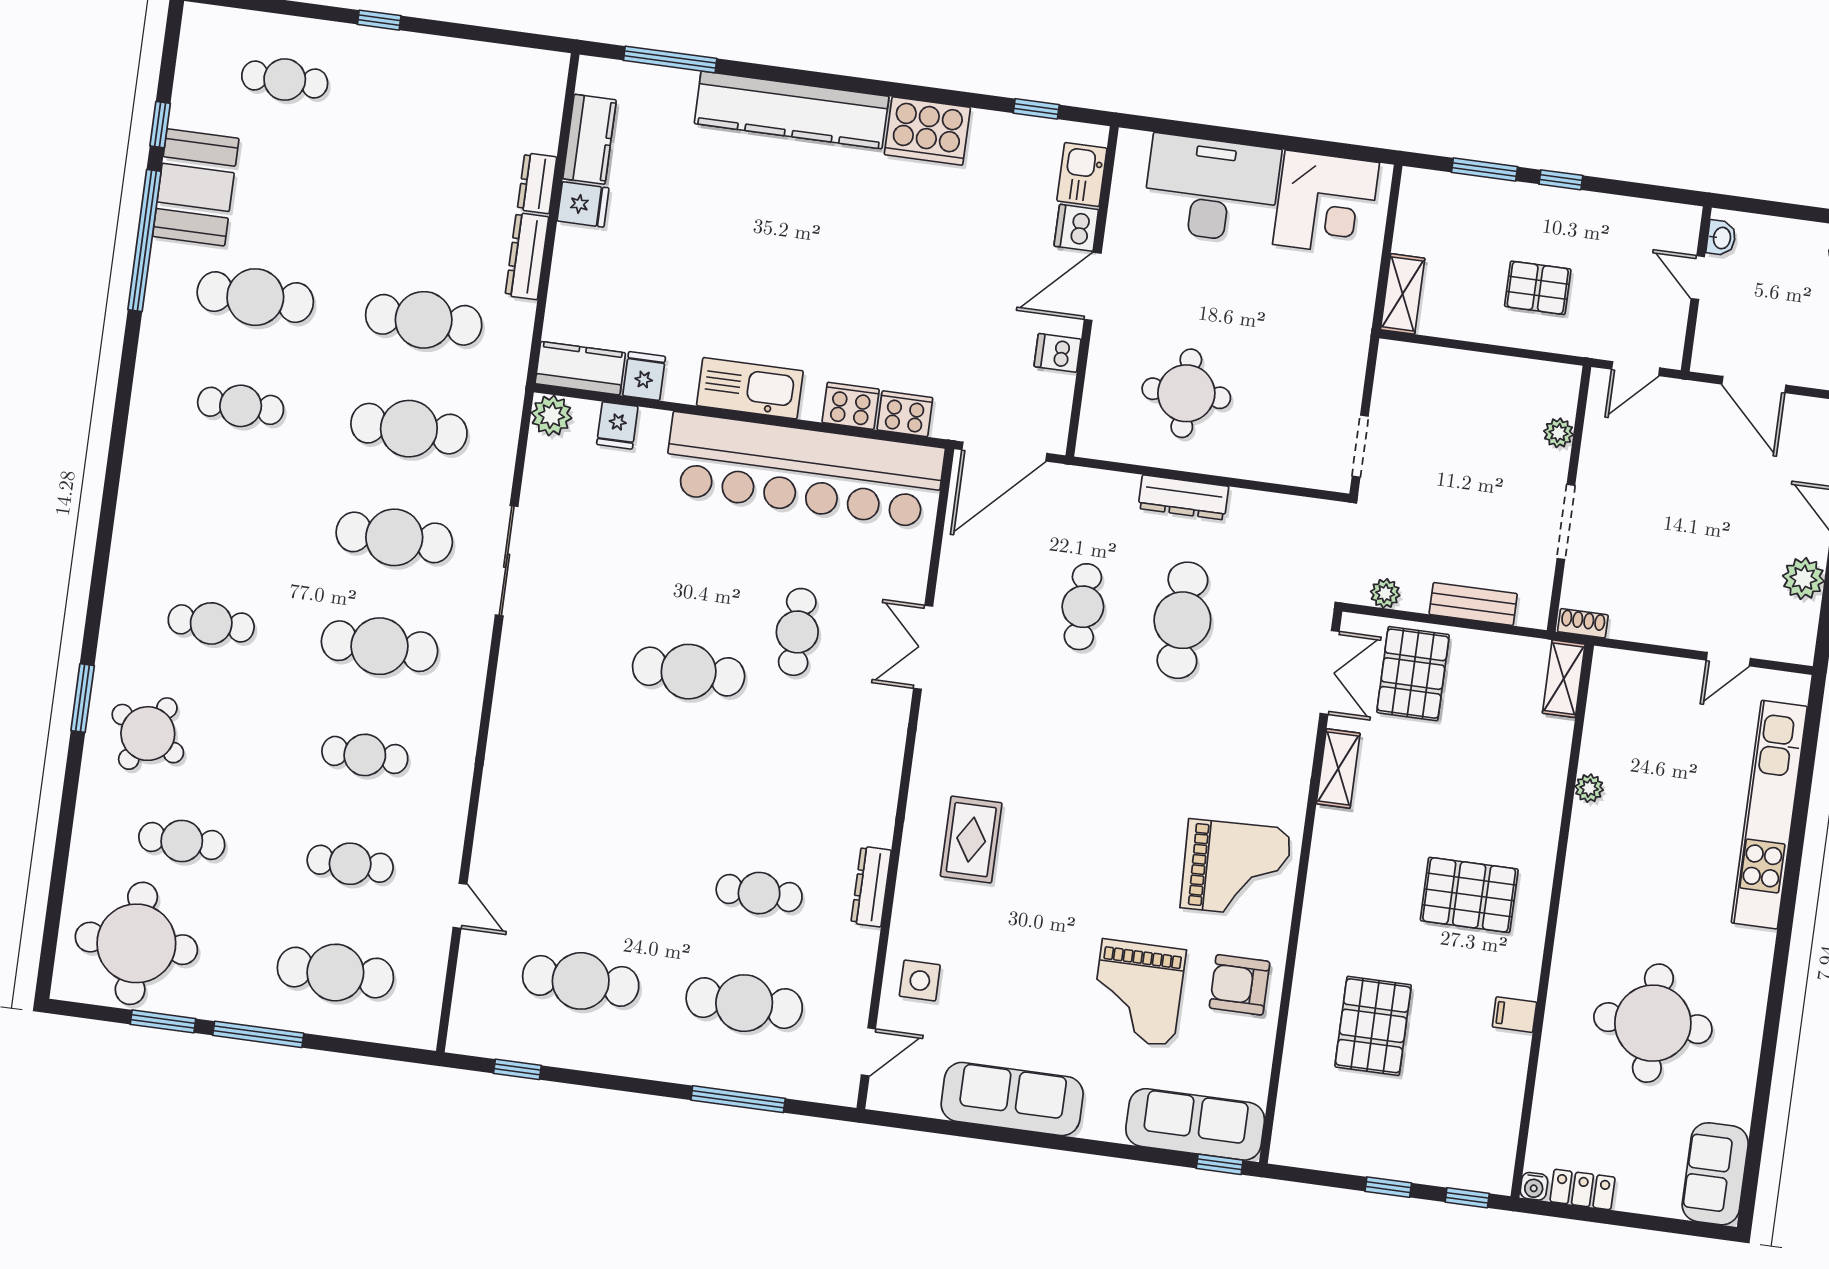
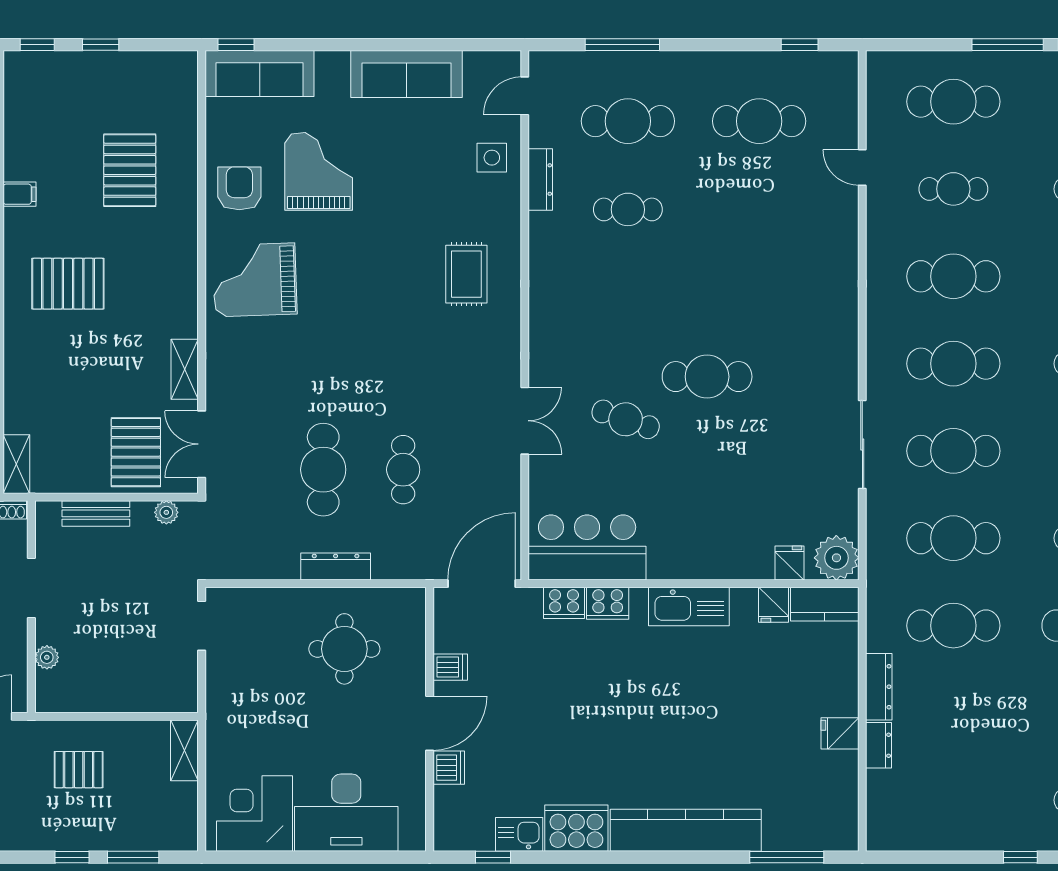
kitchen counter: (590, 139) -> (842, 785), removed
kitchen sink: (1082, 175) -> (519, 834), moved, turned -90
plant: (551, 415) -> (836, 558), width x1.36, depth x1.36
bar counter: (804, 470) -> (587, 547), width x0.54
cafe table: (797, 632) -> (626, 419), turned -71
cafe table: (365, 755) -> (953, 276), width x1.37, depth x1.35
dresser: (871, 887) -> (540, 180), moved
armchair: (1240, 985) -> (239, 188), turned -90

